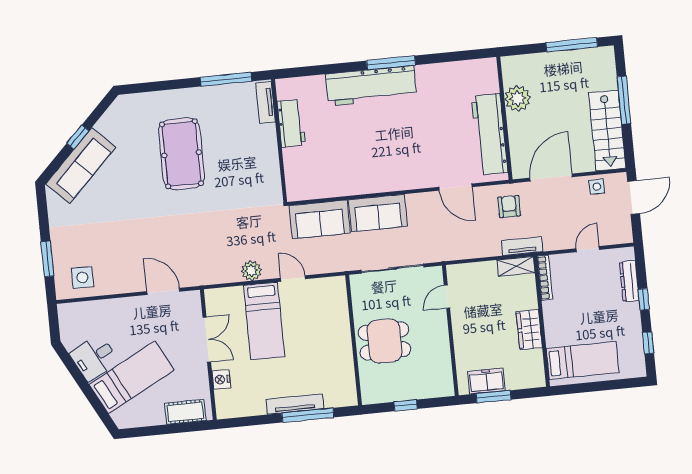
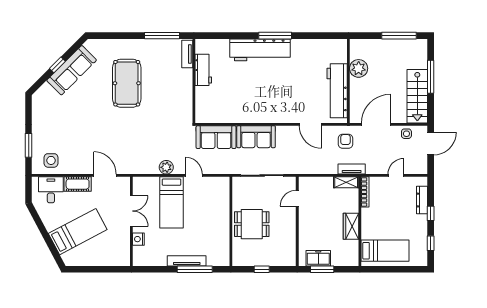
sofa: (81, 165) -> (72, 70), moved
desk: (94, 358) -> (51, 190), moved, turned 118
cot: (185, 412) -> (78, 184), moved

